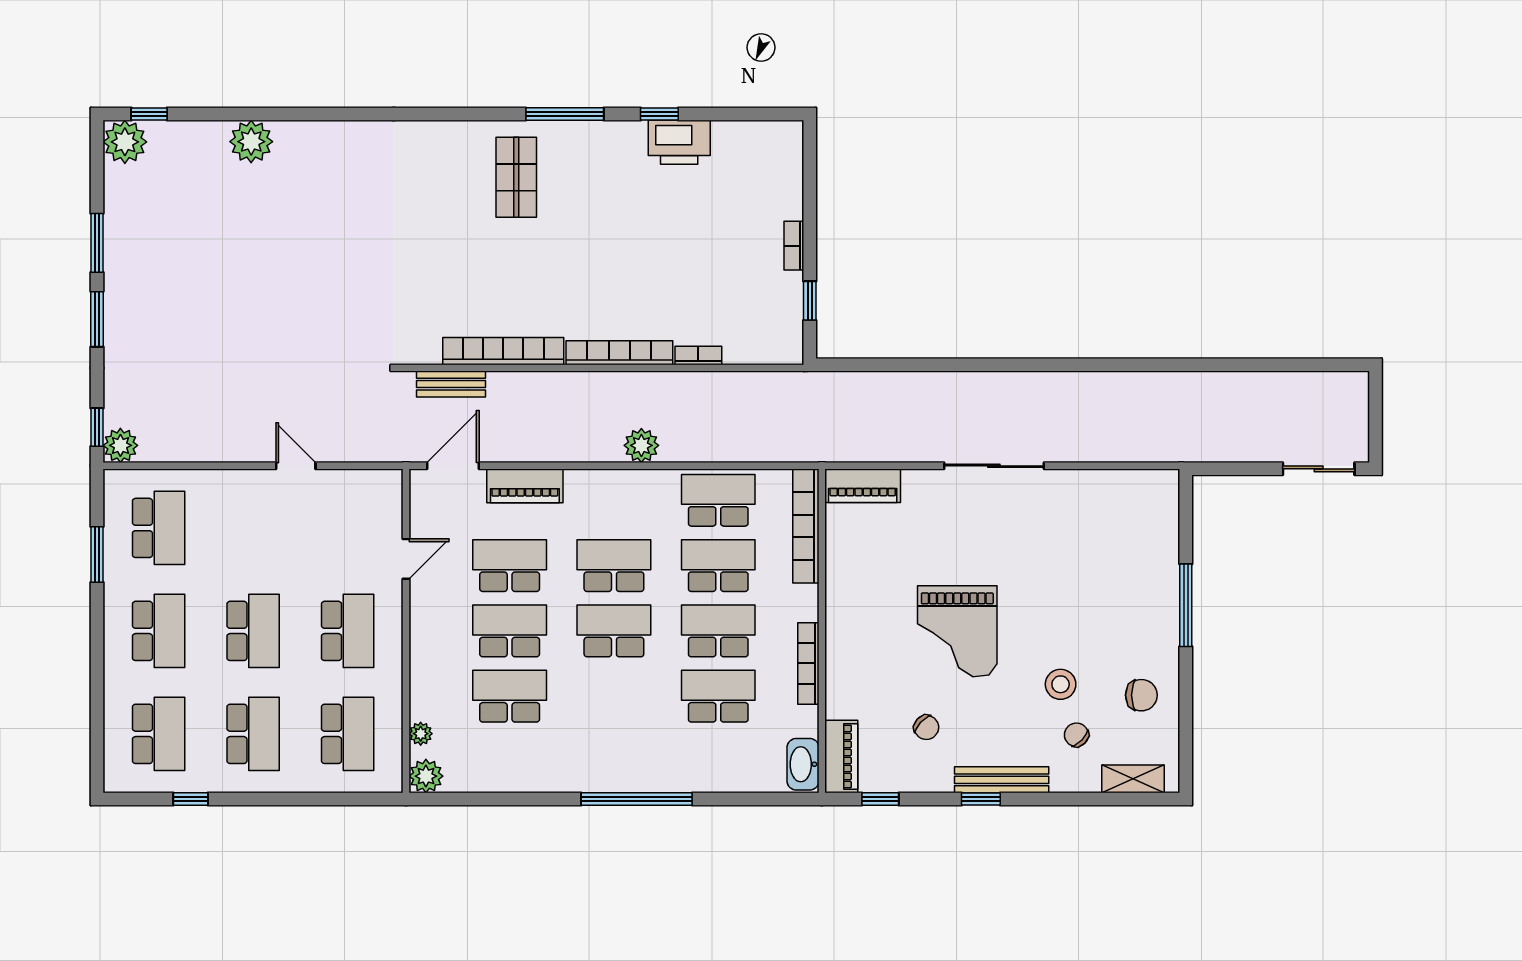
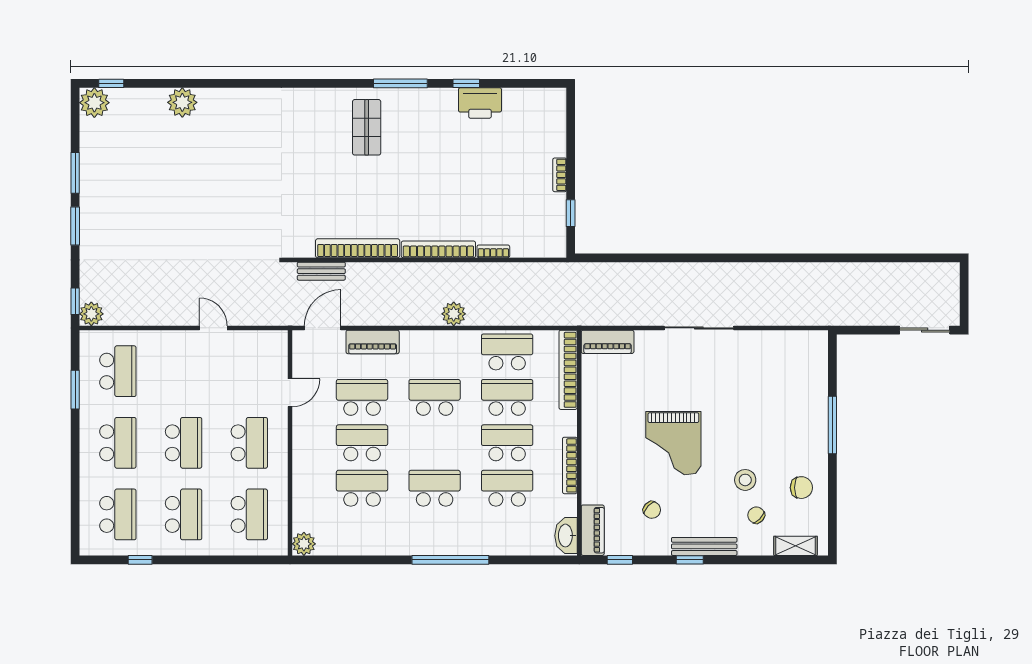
school desk: (614, 631) -> (435, 488), moved
plant: (421, 734) -> (300, 514), removed

